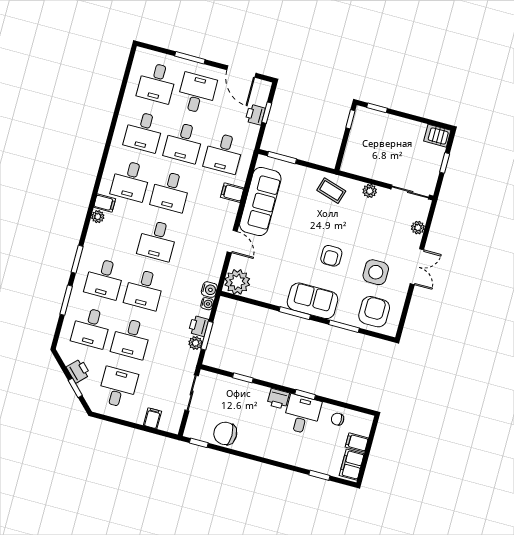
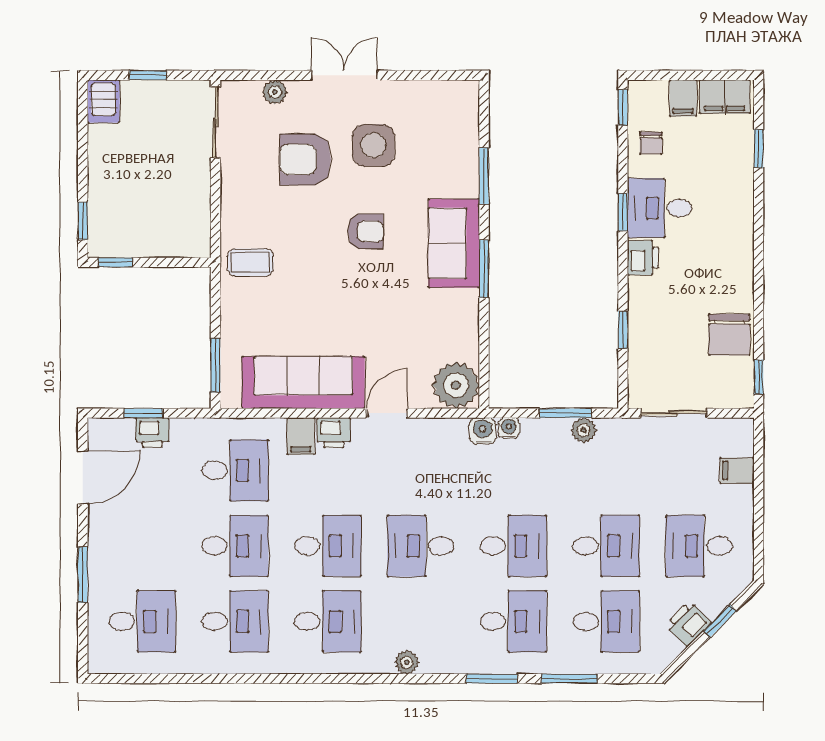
desk: (197, 93) -> (142, 546), removed
coffee table: (331, 191) -> (250, 262), turned 73
plant: (370, 191) -> (233, 194), removed
filing cabinet: (105, 203) -> (380, 657), removed
desk: (157, 240) -> (421, 546), turned 180
armchair: (374, 312) -> (305, 159), moved
printer: (199, 326) -> (334, 433), moved
window: (360, 409) -> (623, 107), added

